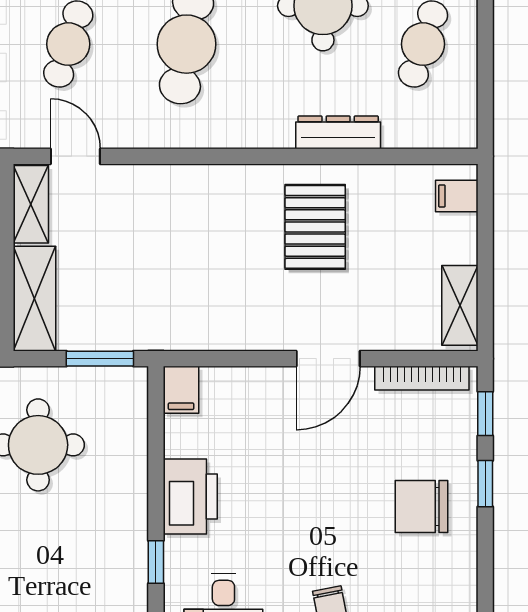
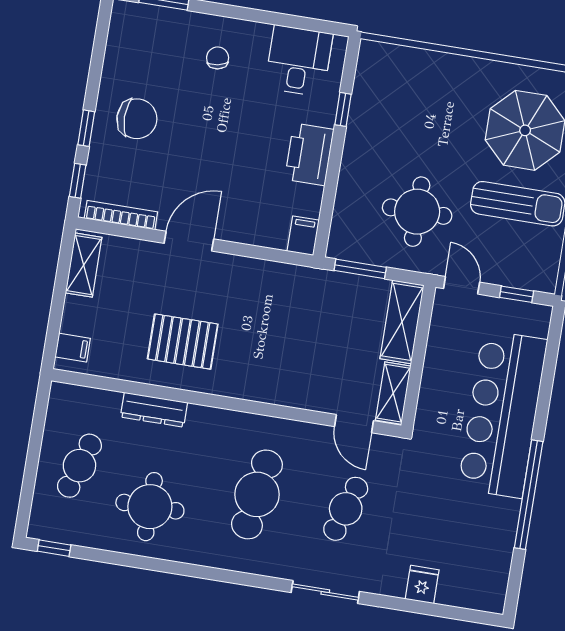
pallet: (315, 227) -> (183, 342), turned 90

